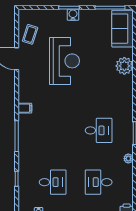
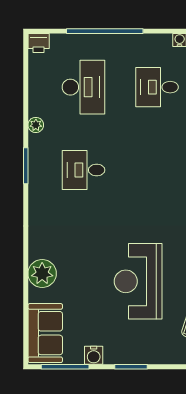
water cooler: (73, 15) -> (94, 355), moved
desk: (99, 182) -> (83, 87), width x1.37

